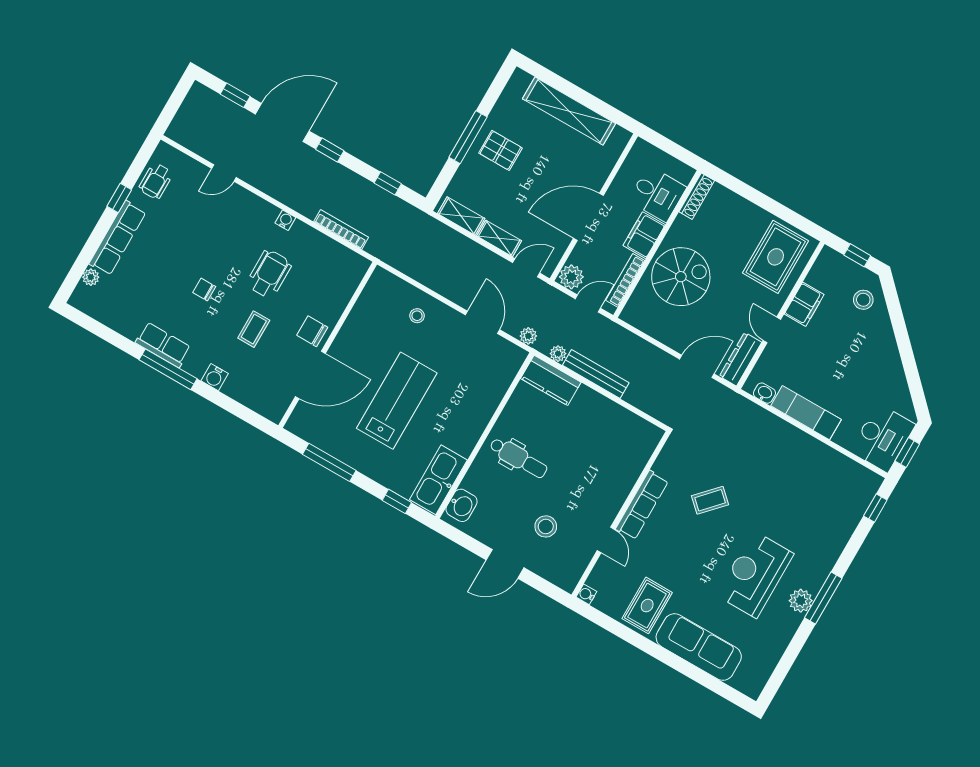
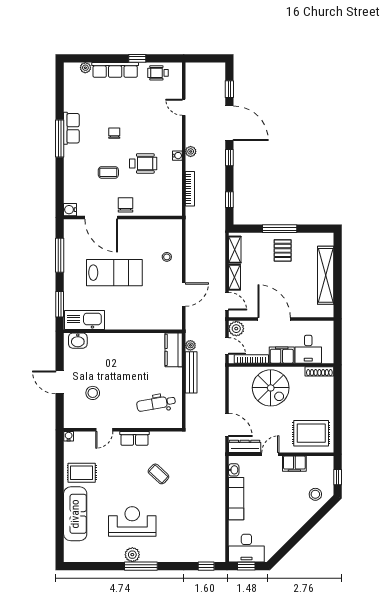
plant: (528, 336) -> (191, 151), moved
water cooler: (215, 377) -> (70, 210), moved
dental chair: (518, 458) -> (156, 403), moved, turned 80
window: (397, 501) -> (60, 304), width x1.50
row of seats: (642, 505) -> (135, 438), width x0.68

